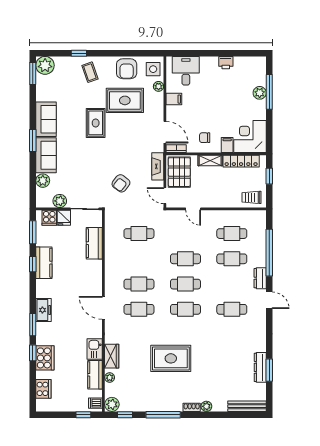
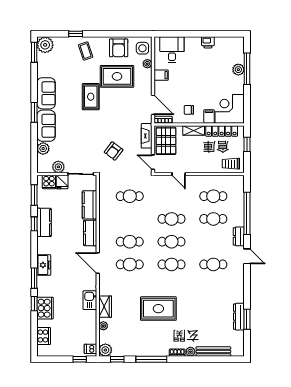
kitchen counter: (95, 375) -> (90, 233), moved
bench: (247, 406) -> (213, 352), moved

